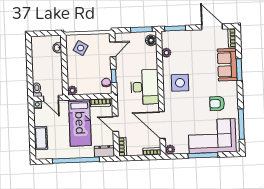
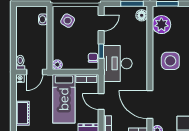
plant: (166, 53) -> (161, 25), width x1.88, depth x1.88
desk: (145, 87) -> (118, 63), moved, turned 180
door: (51, 98) -> (35, 72), hinge flipped

